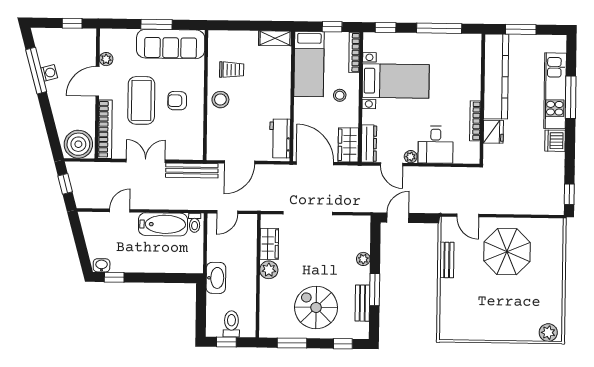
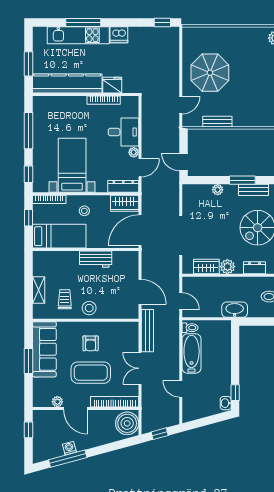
shelving: (275, 38) -> (39, 290), moved
workbench: (280, 138) -> (96, 259), moved
dresser: (267, 303) -> (255, 268), added

